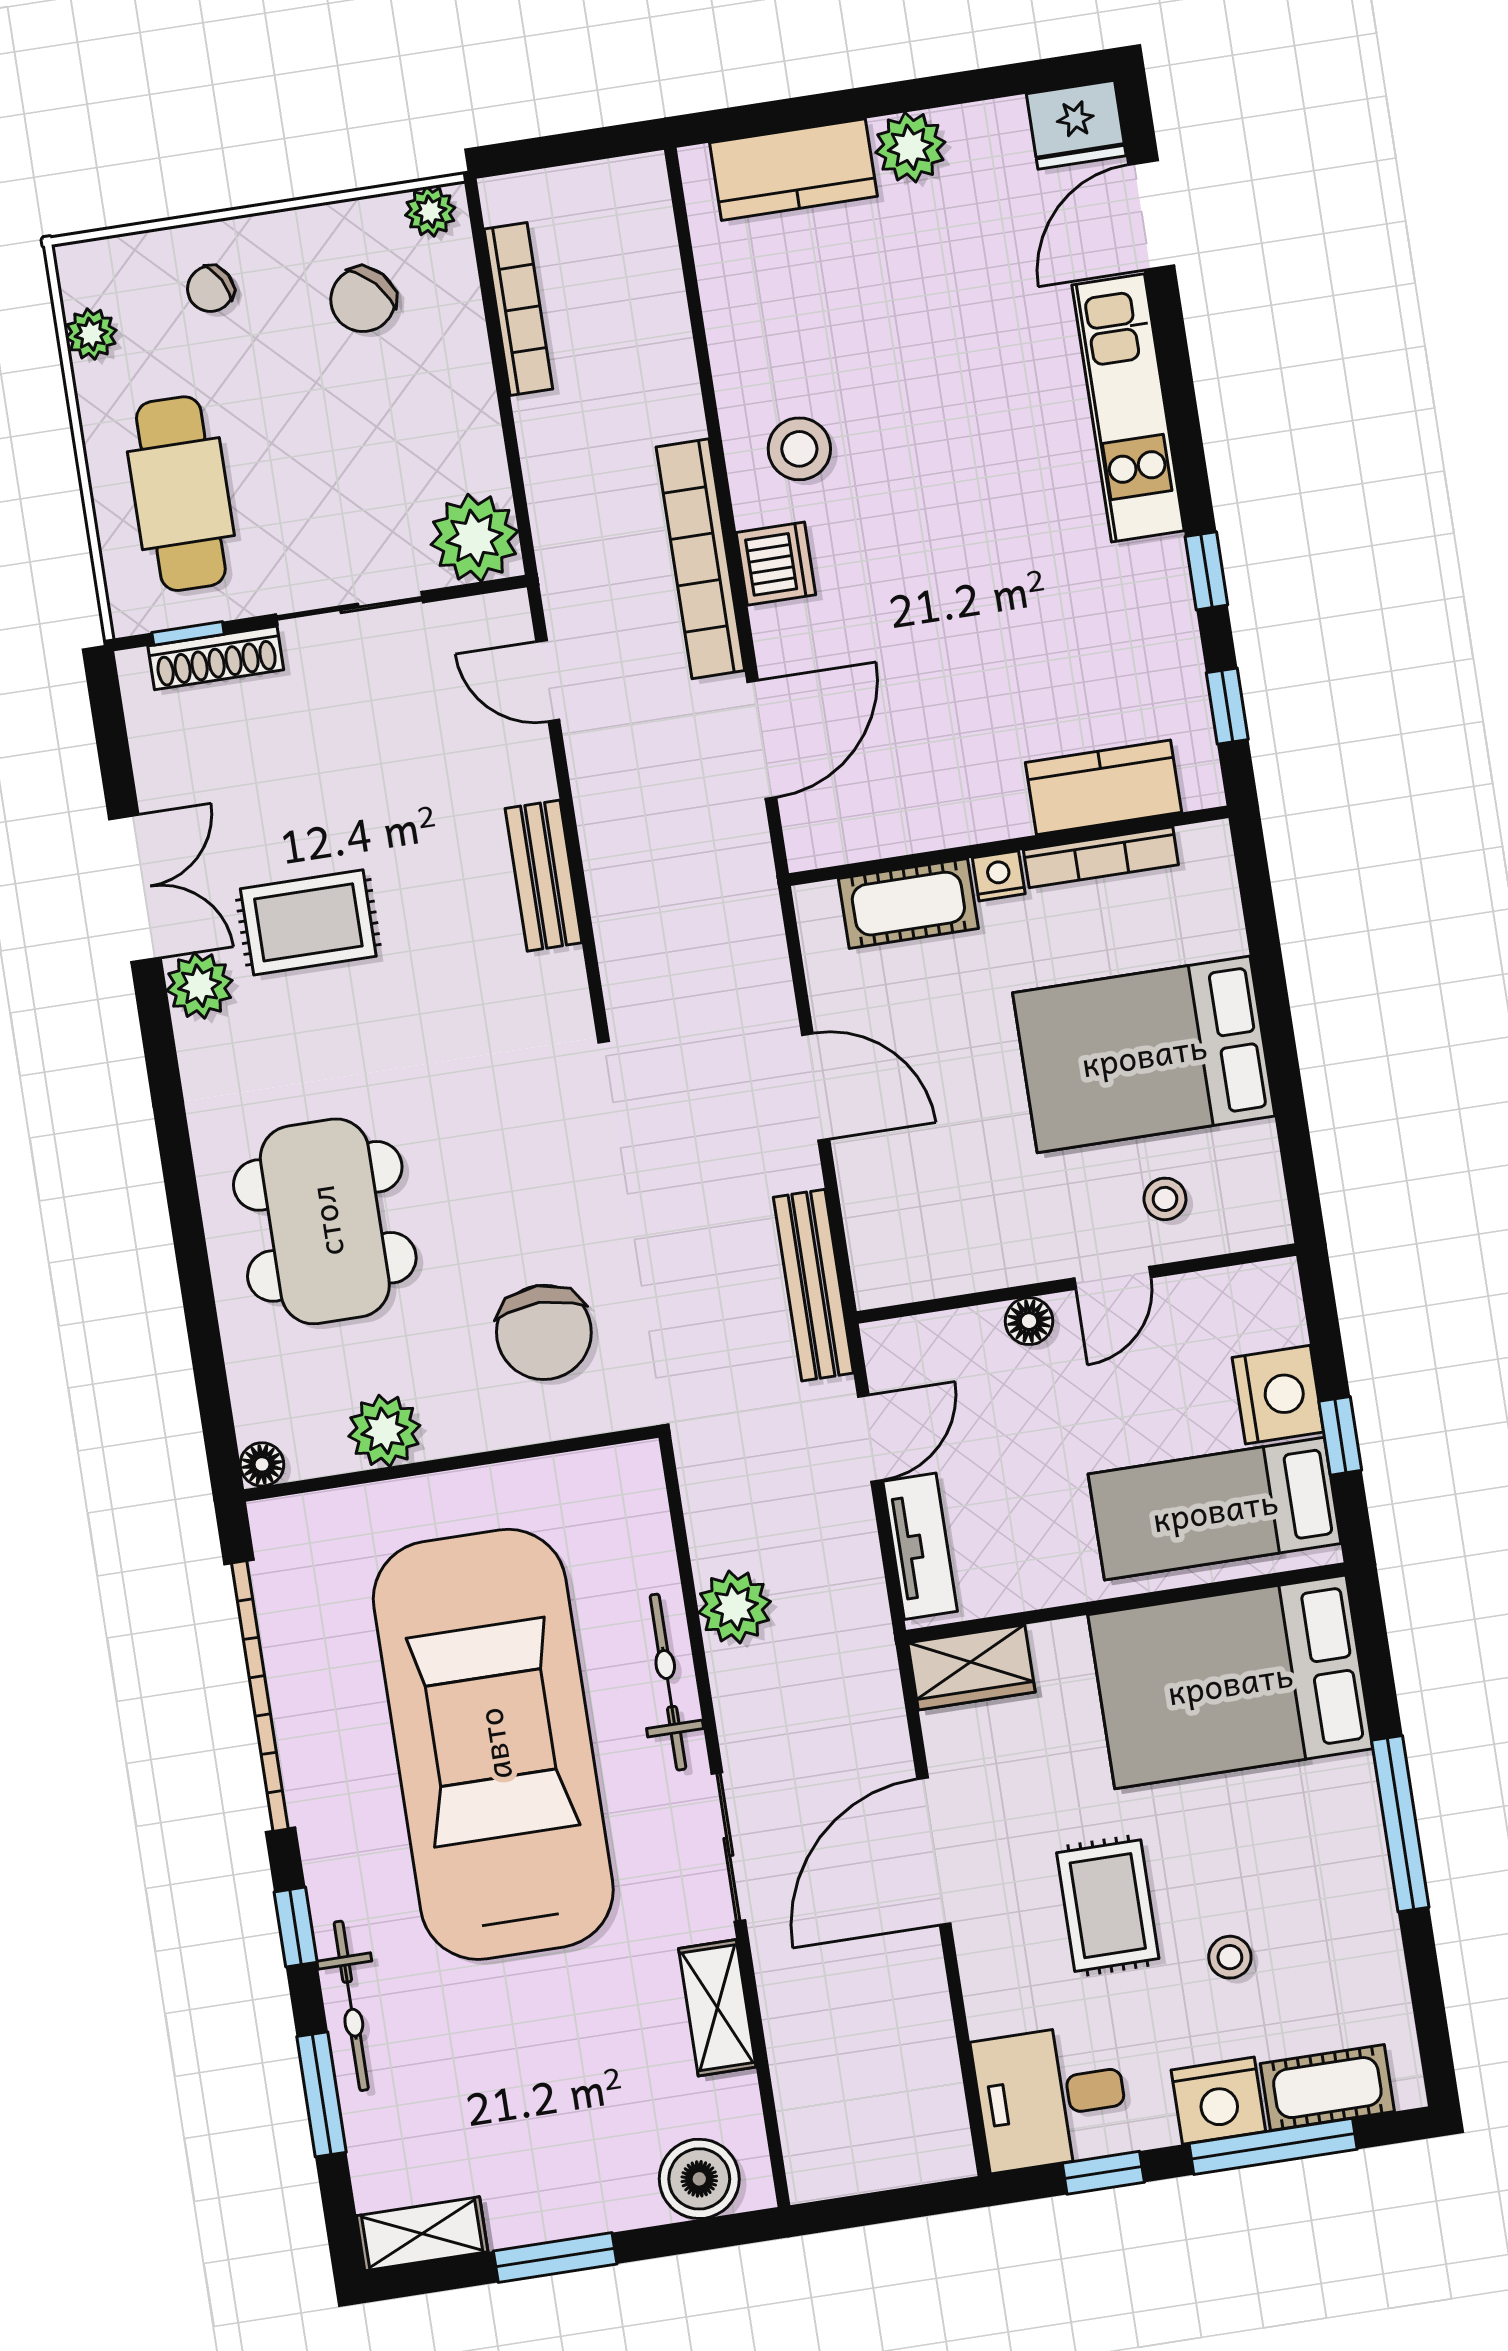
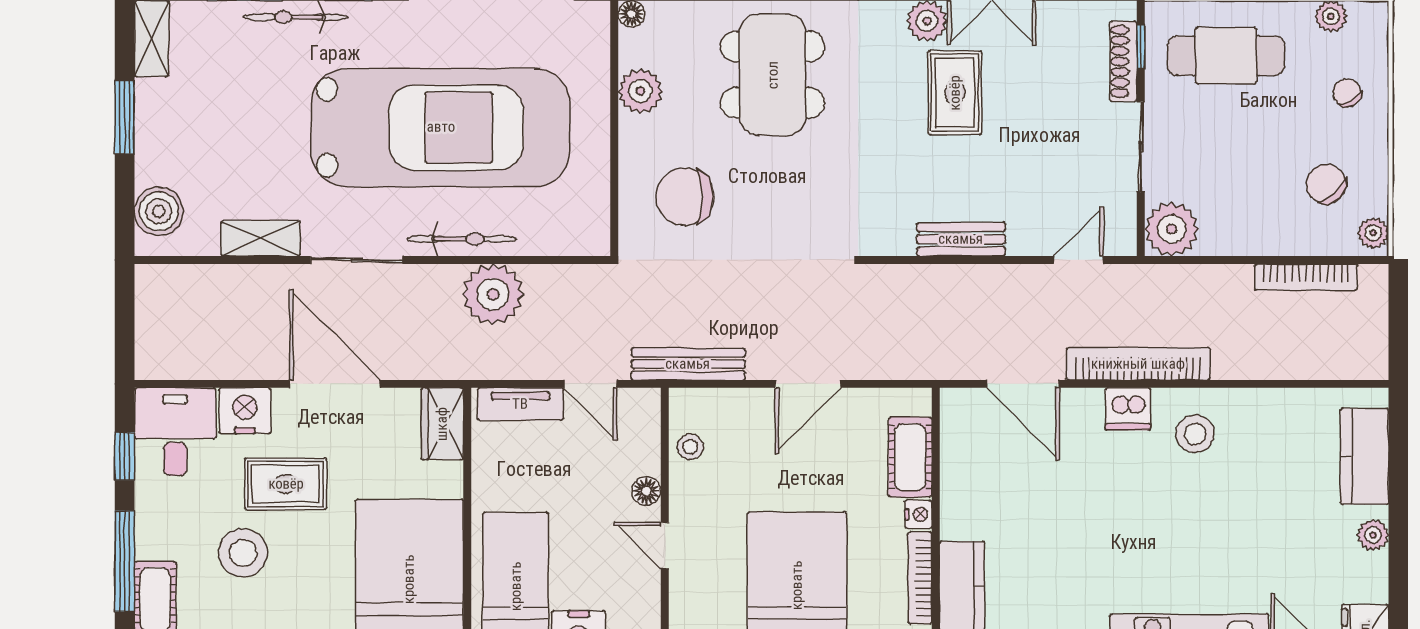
plant: (910, 147) -> (1373, 535), width x0.73, depth x0.73
stool: (1165, 1199) -> (690, 447), moved
dining table: (325, 1221) -> (773, 75), turned 90
plant: (735, 1607) -> (493, 294), width x1.36, depth x1.36
stool: (1230, 1957) -> (243, 553), width x1.89, depth x1.89
nightstand: (1218, 2101) -> (245, 411), moved, turned 90

